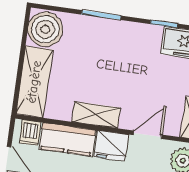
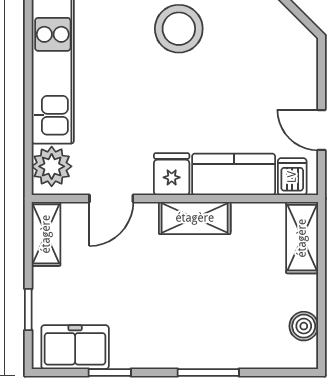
boiler: (45, 29) -> (304, 326), width x0.54, depth x0.54
shelving: (34, 82) -> (302, 238), width x0.67, depth x0.75
fridge: (111, 146) -> (172, 174), width x0.72

